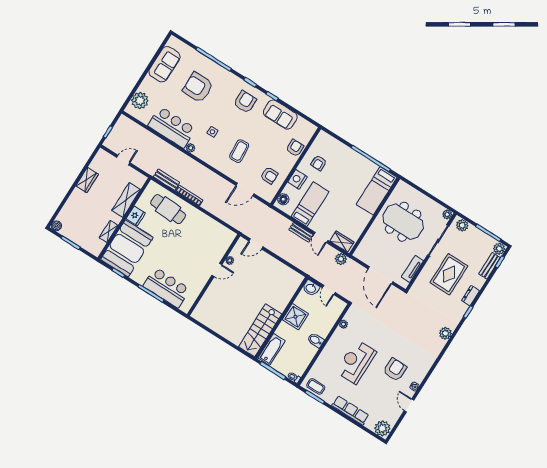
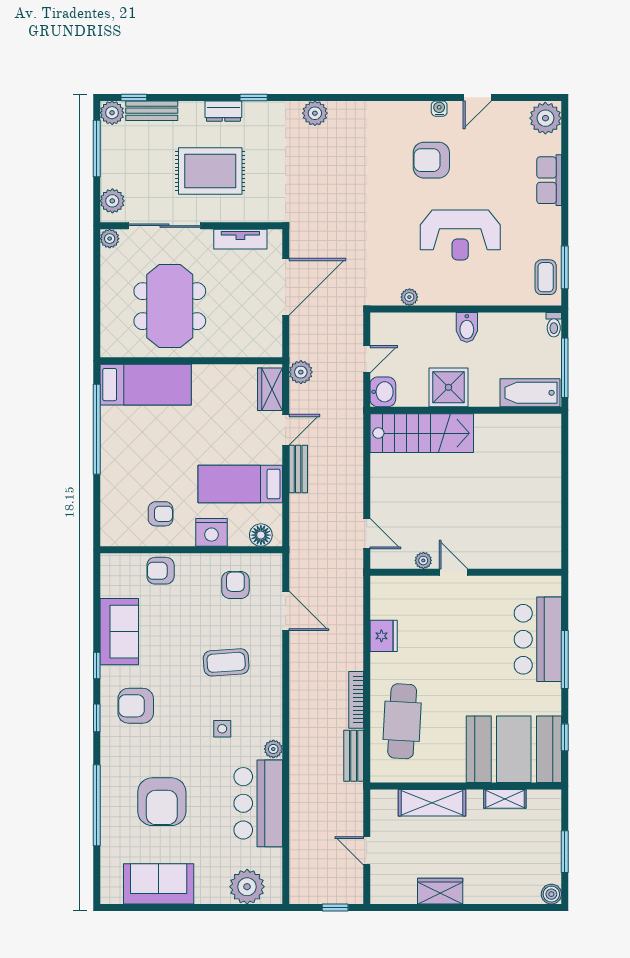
fridge: (136, 216) -> (384, 636), moved, turned 90
stairs: (260, 330) -> (422, 433), moved
row of seats: (350, 410) -> (549, 180), width x0.68

